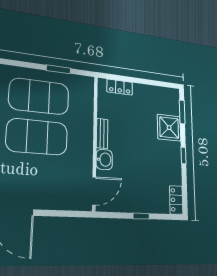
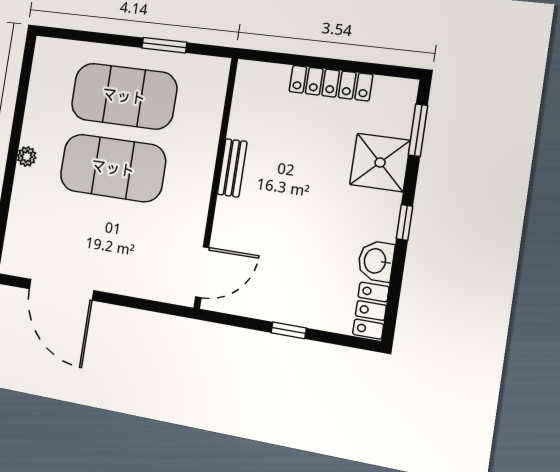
locker: (120, 87) -> (331, 83), moved, width x1.53
washbasin: (104, 160) -> (376, 261), moved, turned 180

